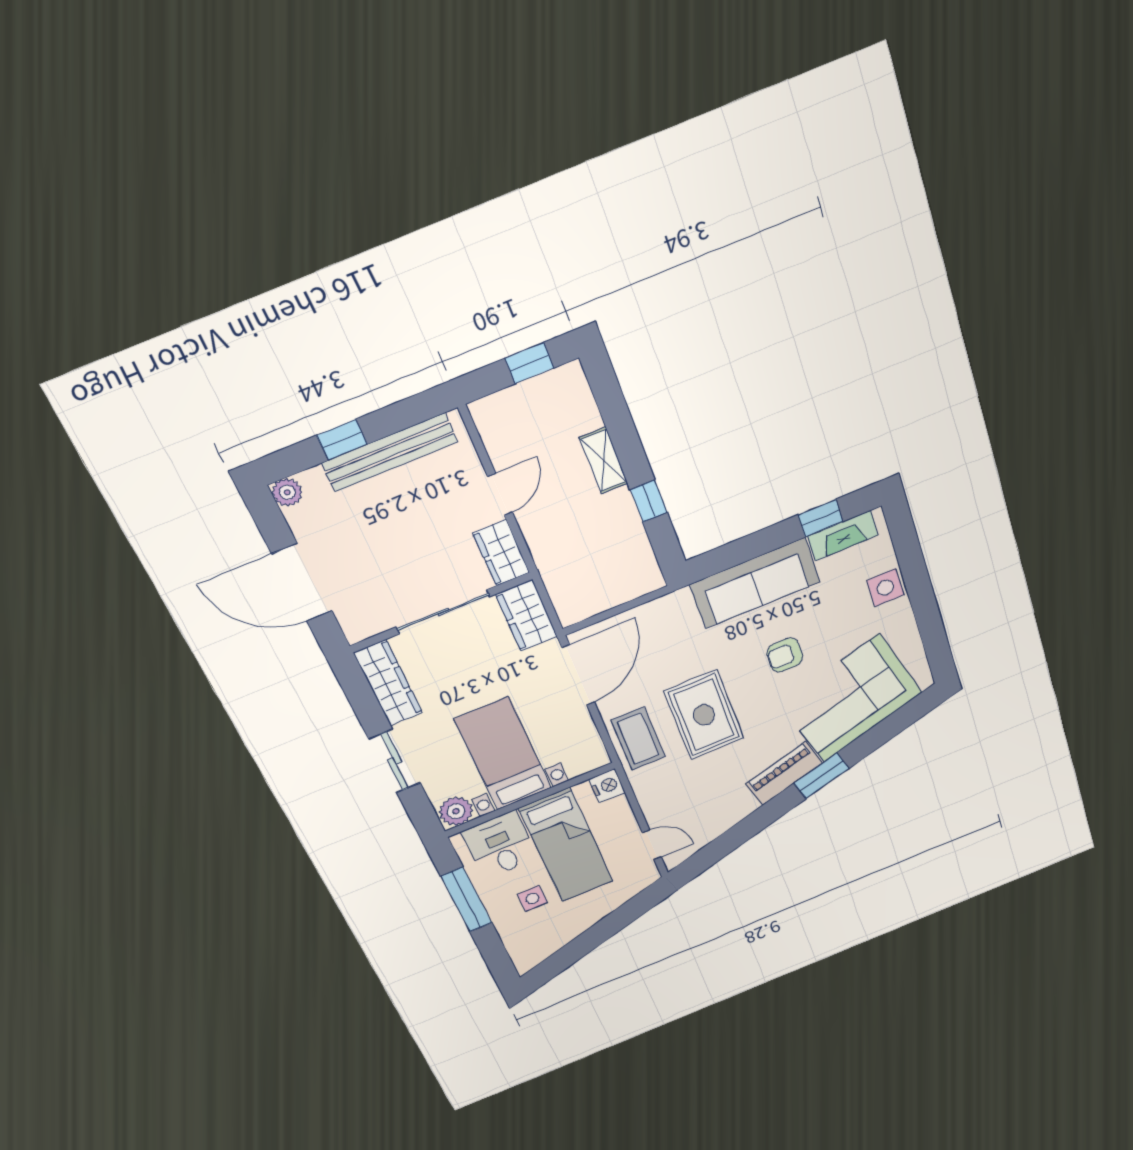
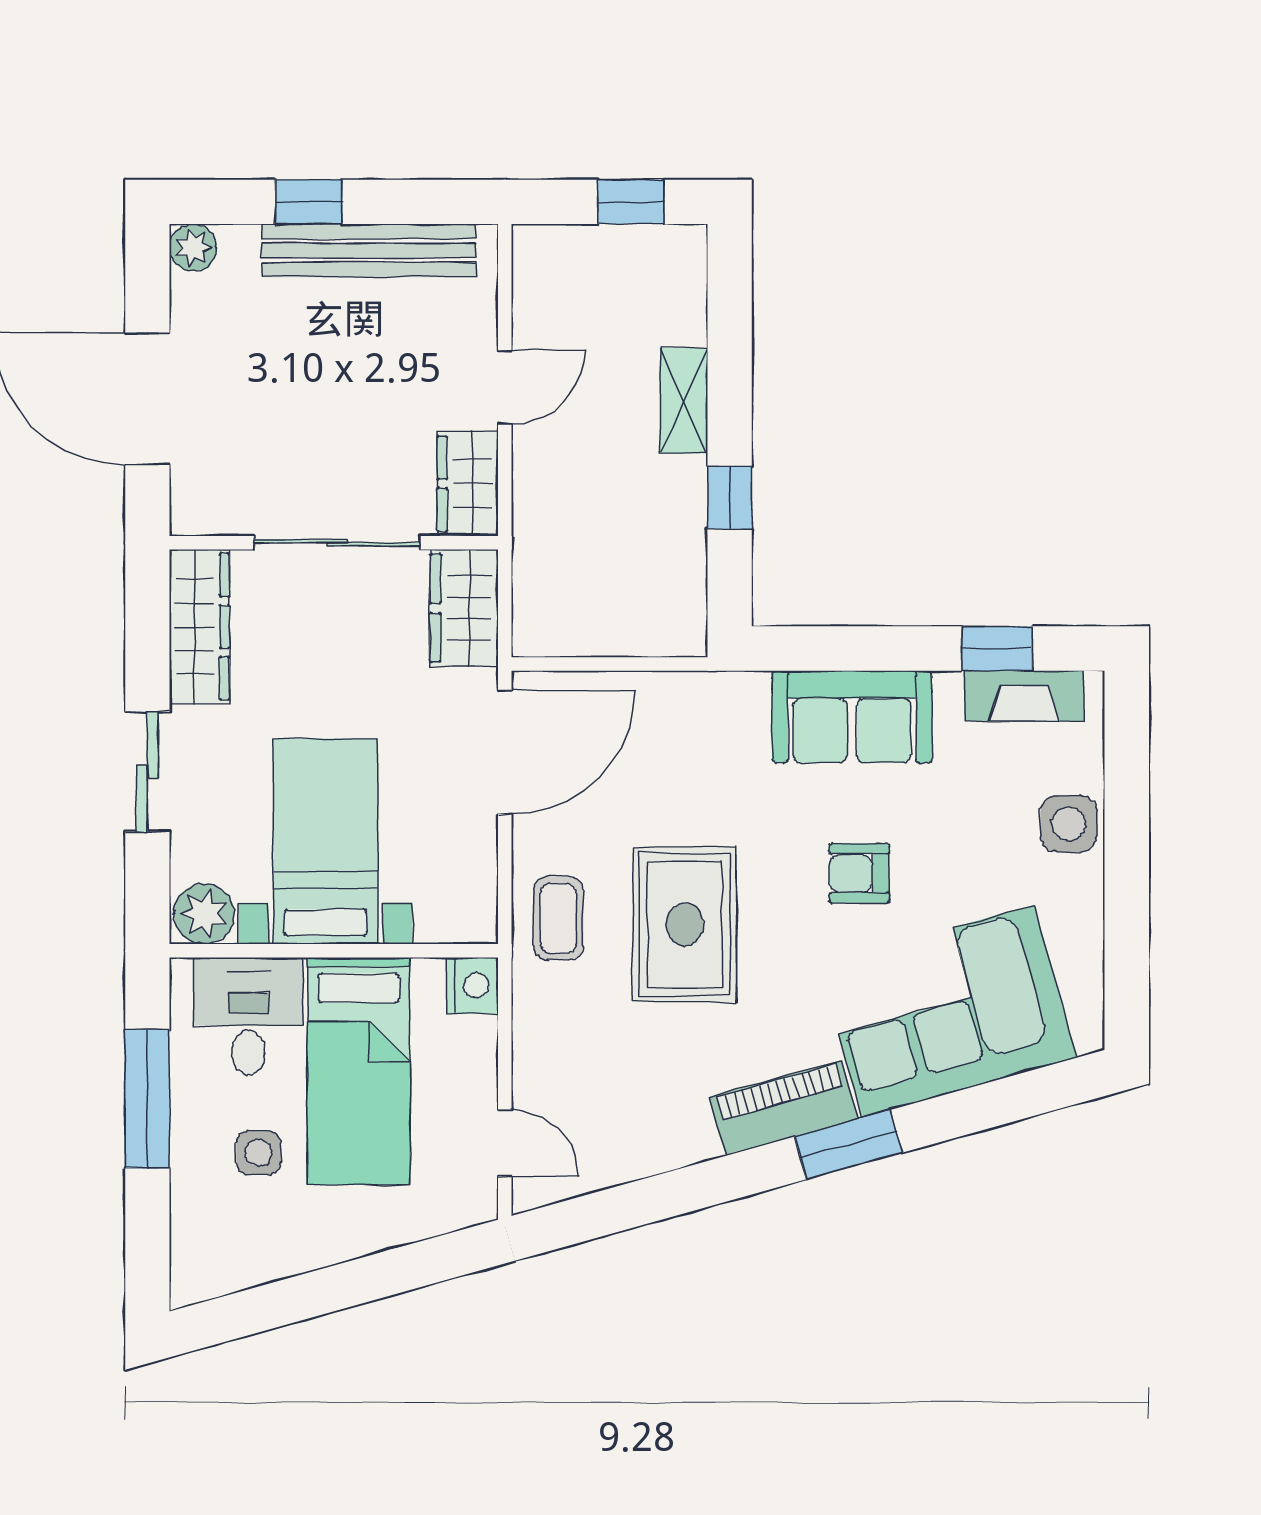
sofa: (755, 583) -> (852, 717), width x0.73
coffee table: (638, 739) -> (558, 918), width x0.73, depth x0.77

